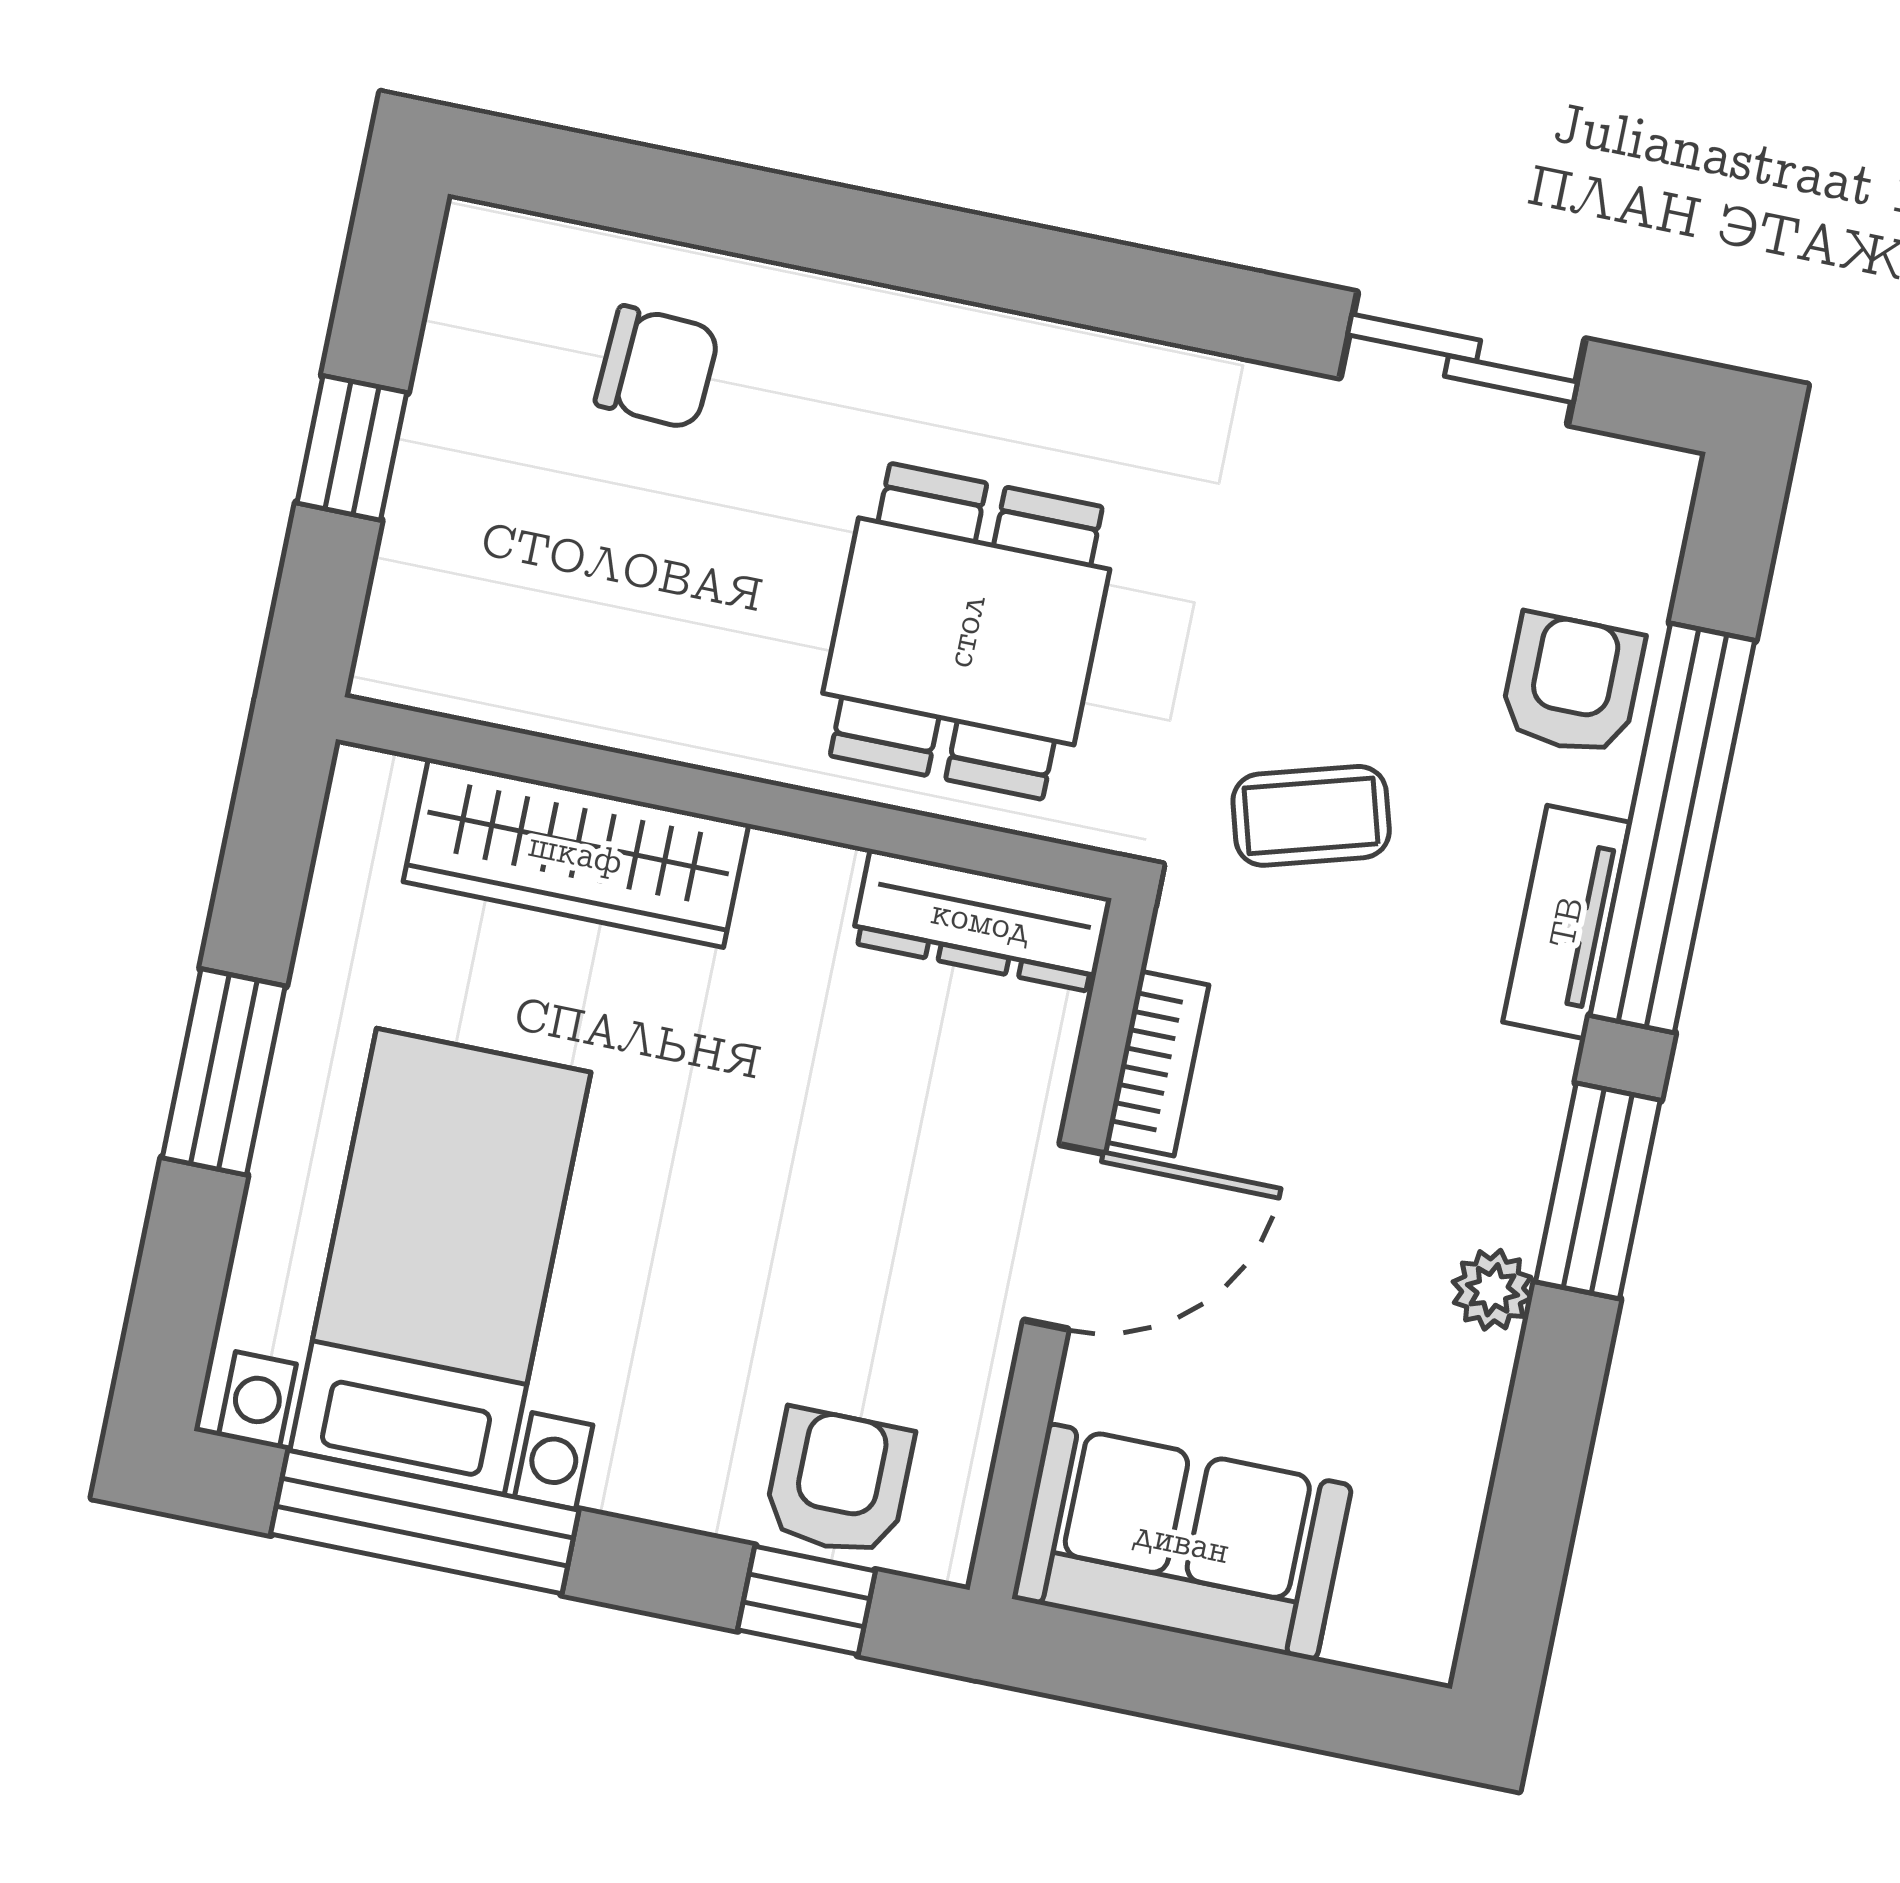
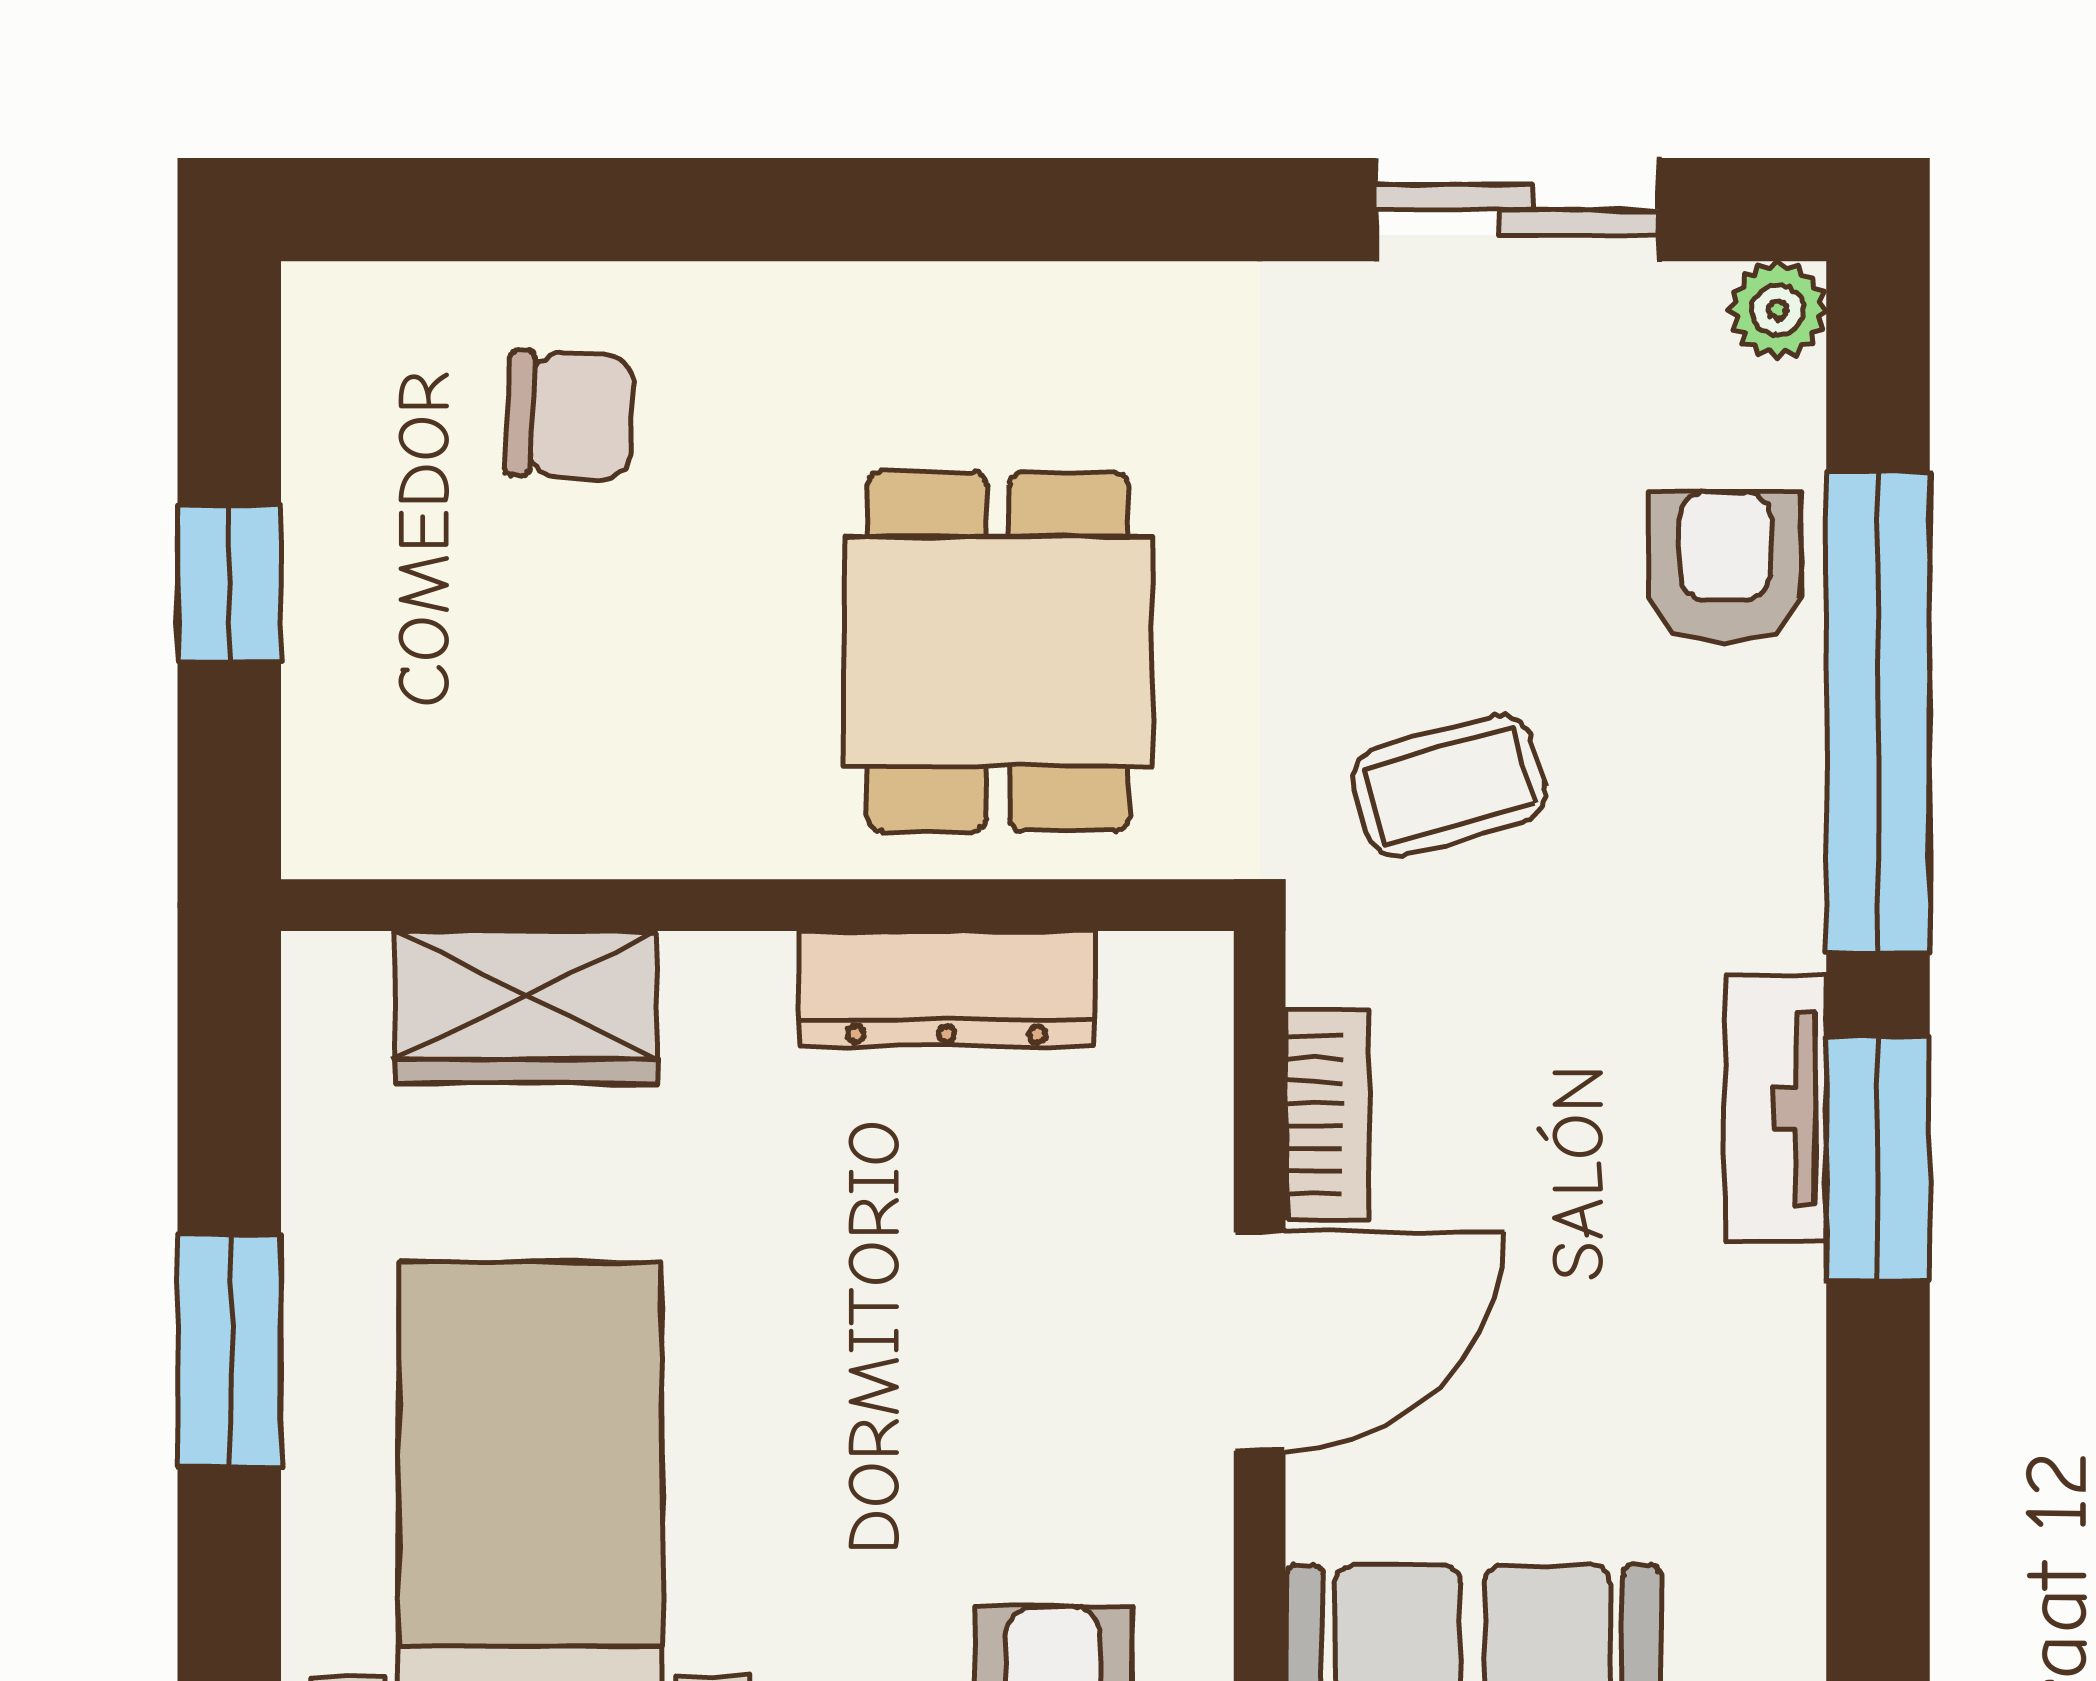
wardrobe: (576, 853) -> (526, 1007), width x0.67
dresser: (981, 921) -> (947, 989), moved
tv unit: (1566, 922) -> (1776, 1108), moved
plant: (1493, 1290) -> (1778, 310), moved

